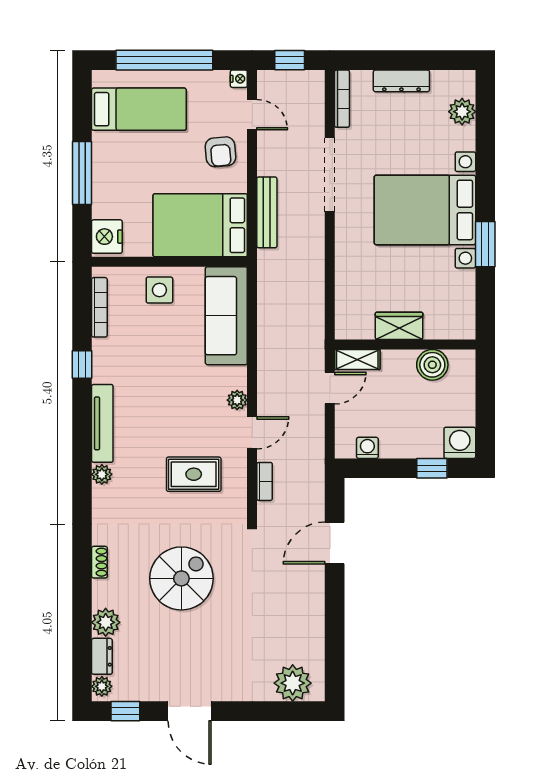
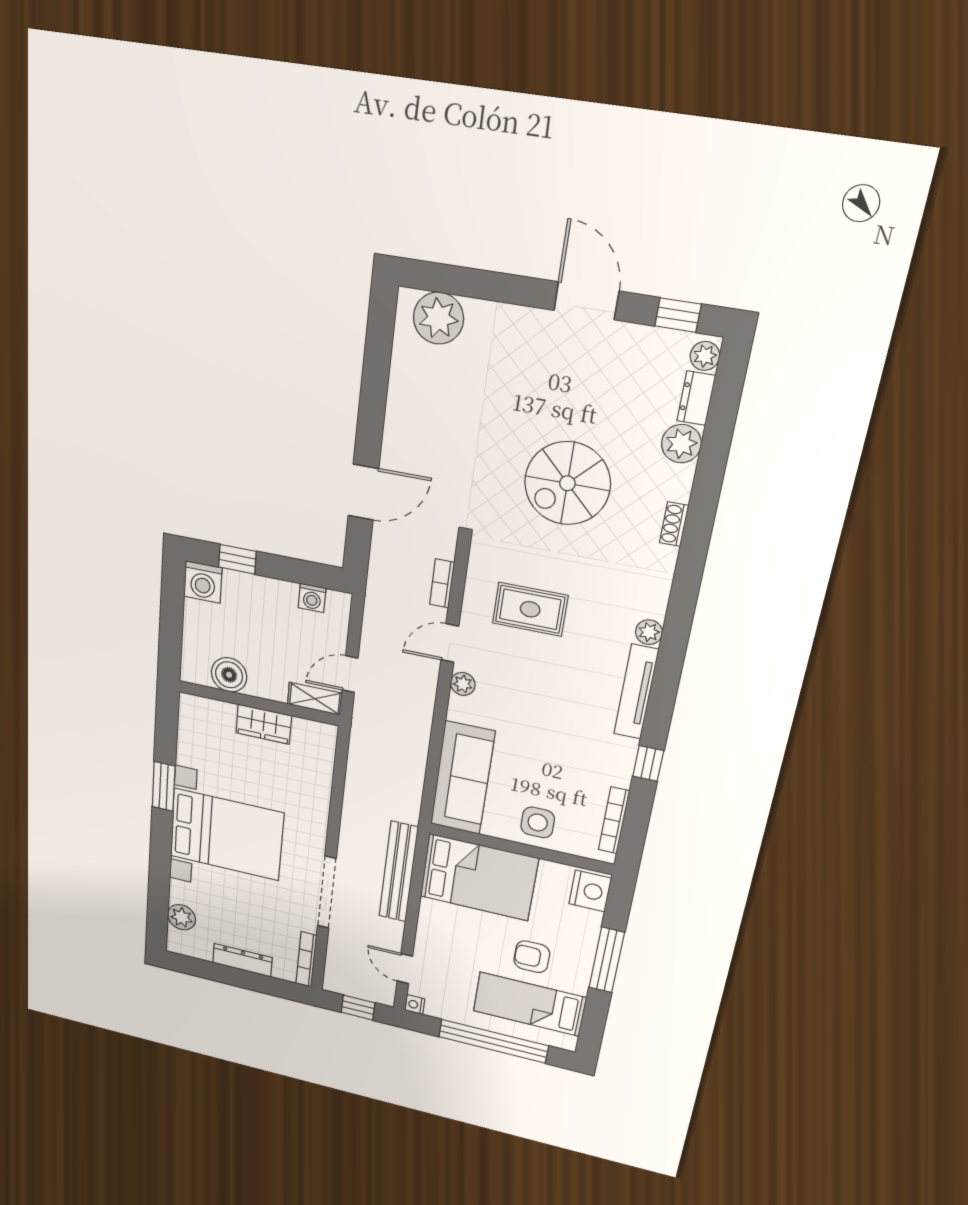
armchair: (221, 152) -> (532, 957), moved, turned -85
bench: (267, 212) -> (399, 872), width x1.37, depth x1.21

